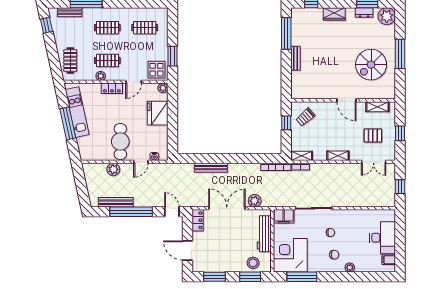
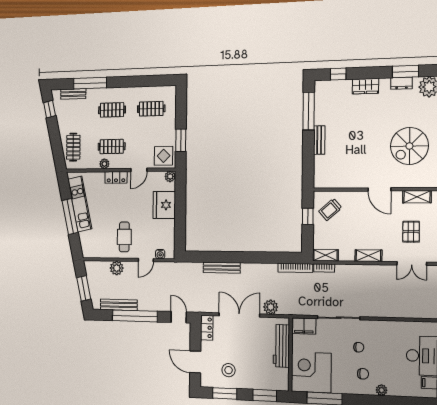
pallet: (373, 136) -> (411, 232), turned 90
cafe table: (120, 142) -> (124, 237), width x0.73, depth x0.74
window: (82, 188) -> (84, 288), added
stool: (253, 263) -> (229, 370), moved

